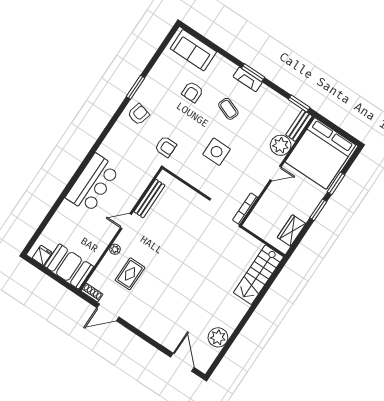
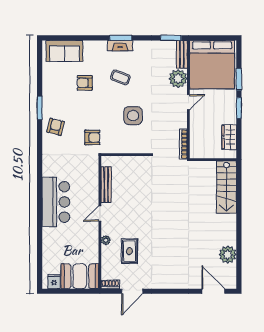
armchair: (192, 92) -> (85, 83), turned 90

